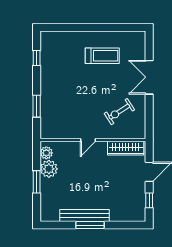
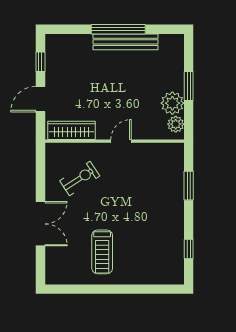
treadmill: (102, 56) -> (102, 252), turned -90
window: (90, 225) -> (118, 29), width x1.46

